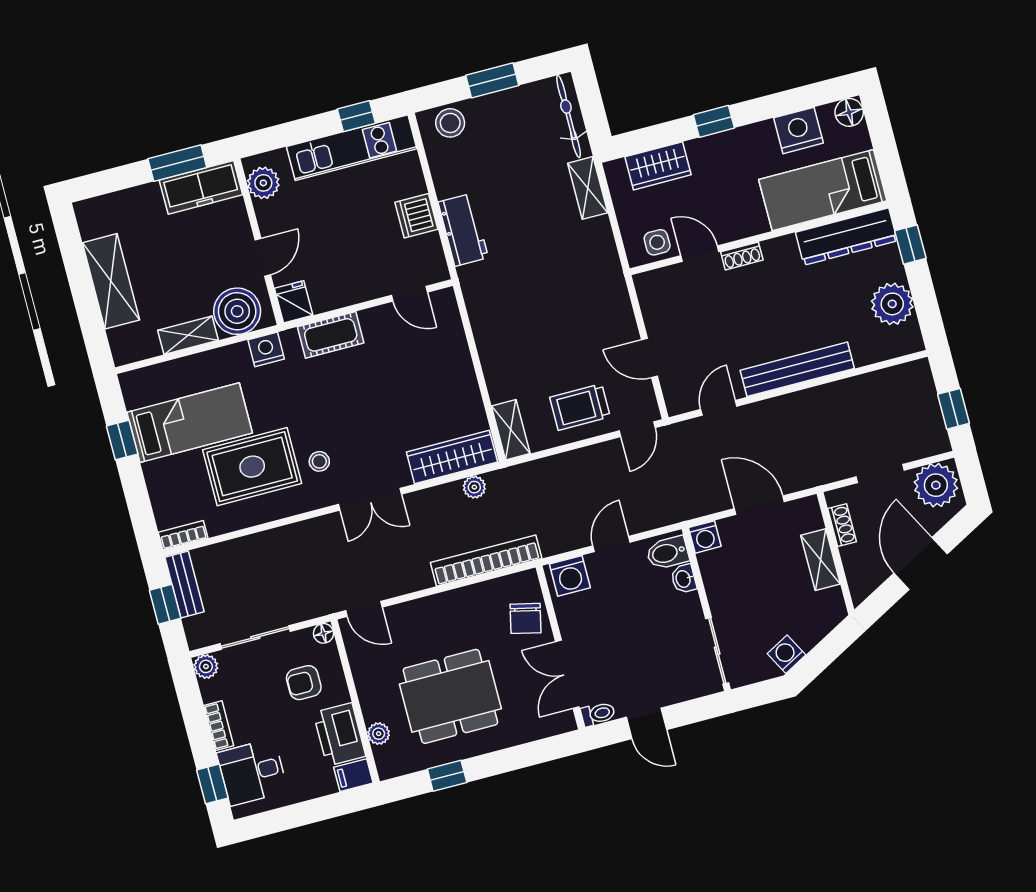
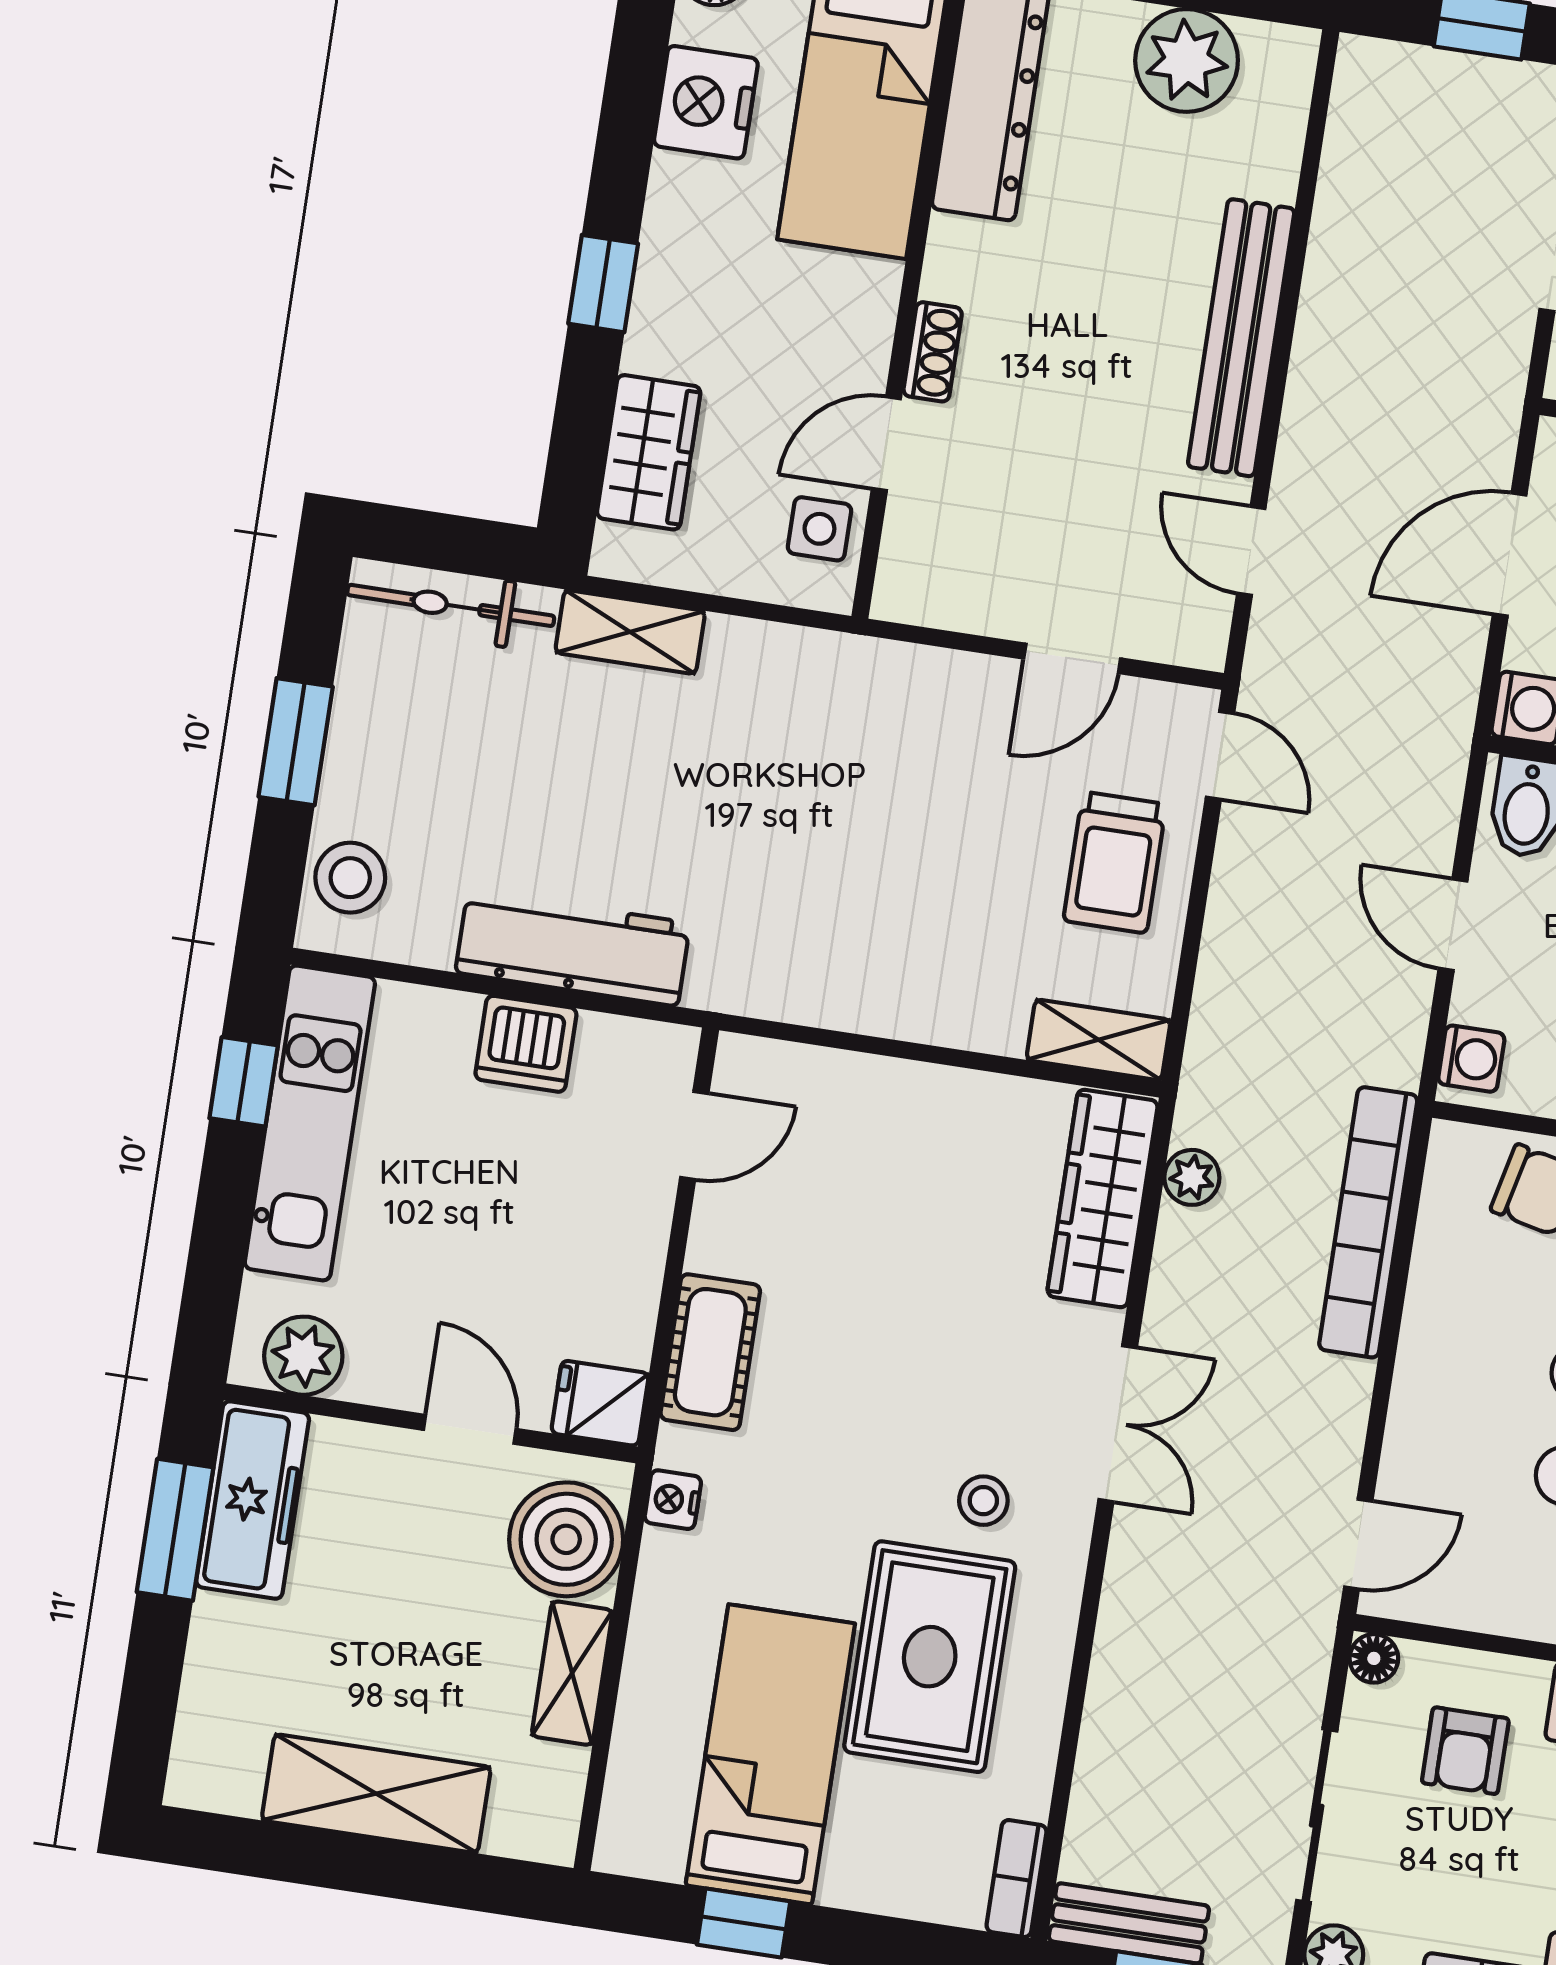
workbench: (463, 230) -> (573, 948), width x1.38
nightstand: (266, 349) -> (673, 1500), width x0.72, depth x0.74
washing machine: (570, 576) -> (1471, 1059), width x0.73, depth x0.73

